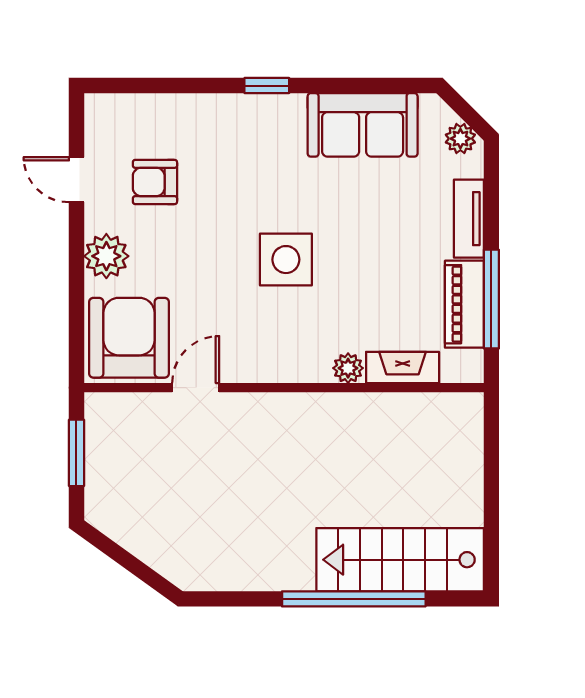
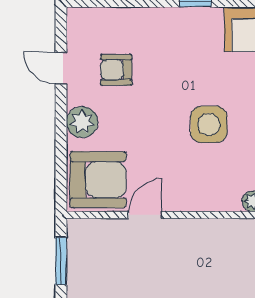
armchair: (129, 338) -> (98, 180), turned 90

